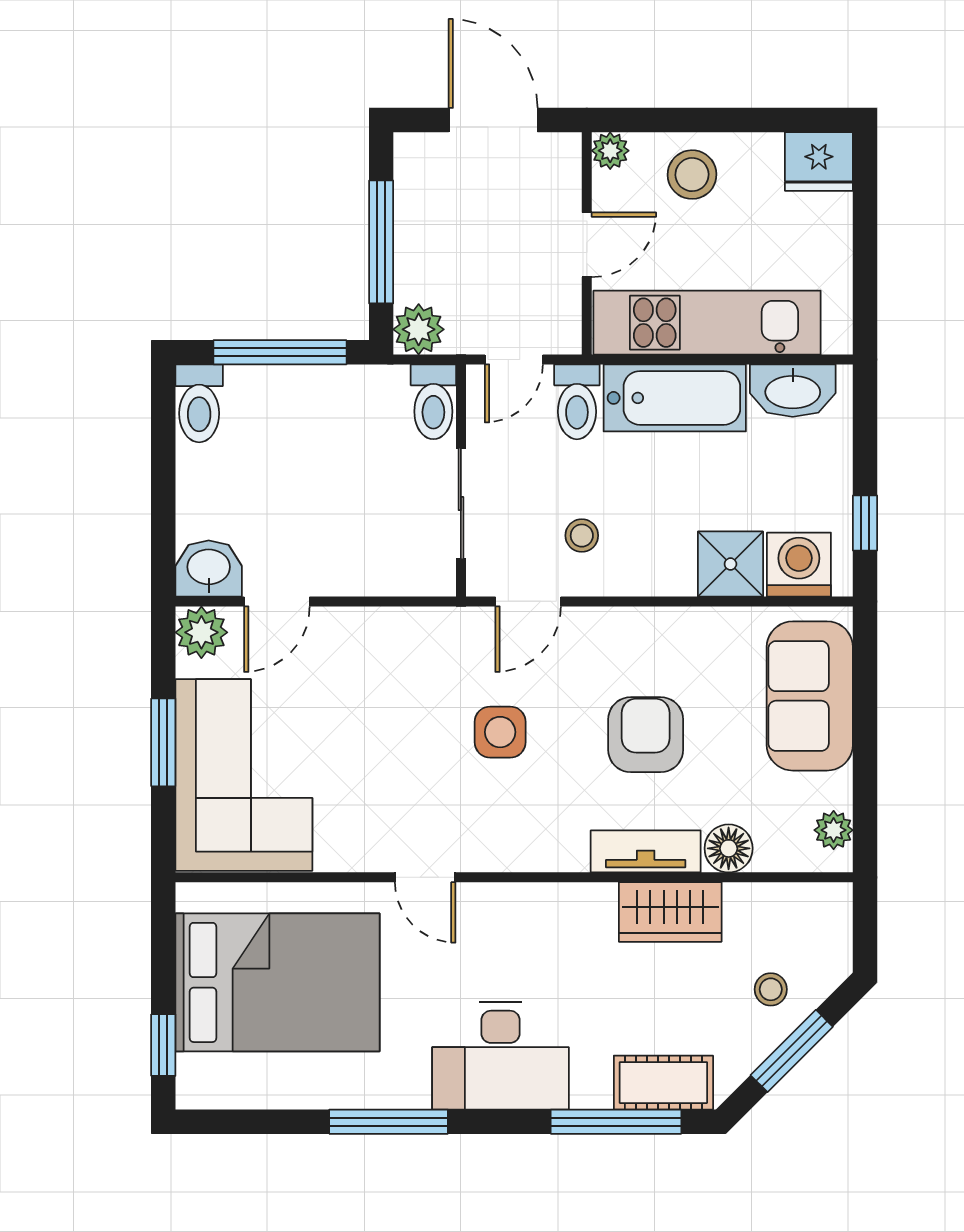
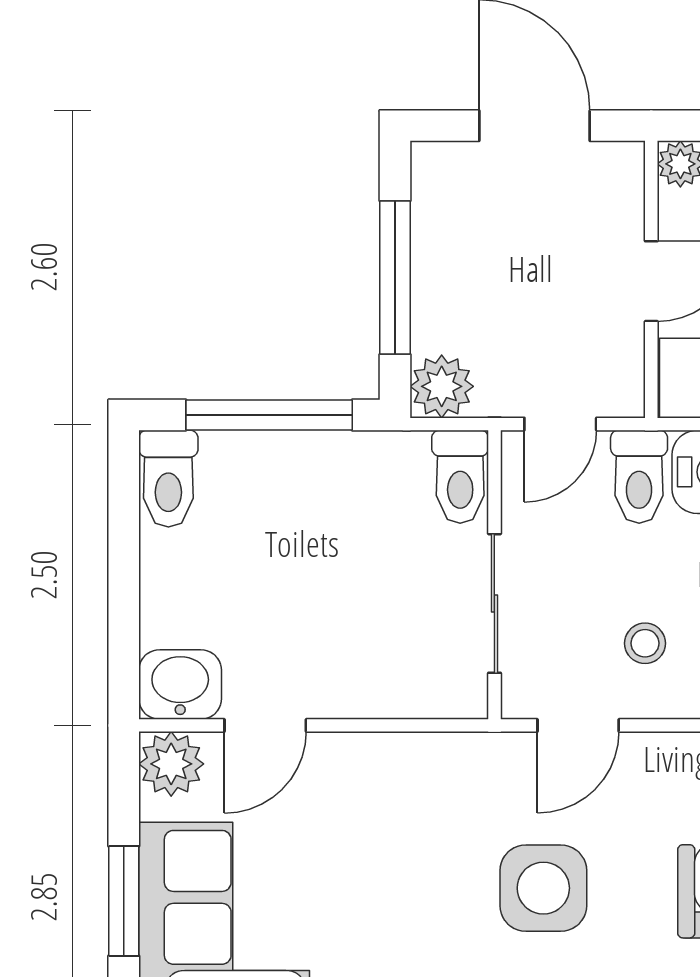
side table: (500, 732) -> (543, 888), width x1.37, depth x1.37

